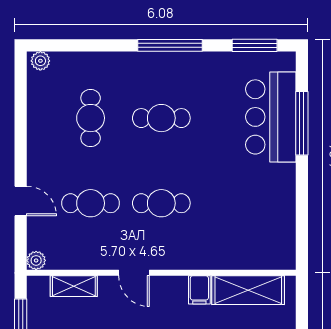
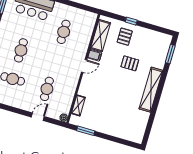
cafe table: (161, 203) -> (64, 32), moved
door: (134, 273) -> (84, 66), moved

